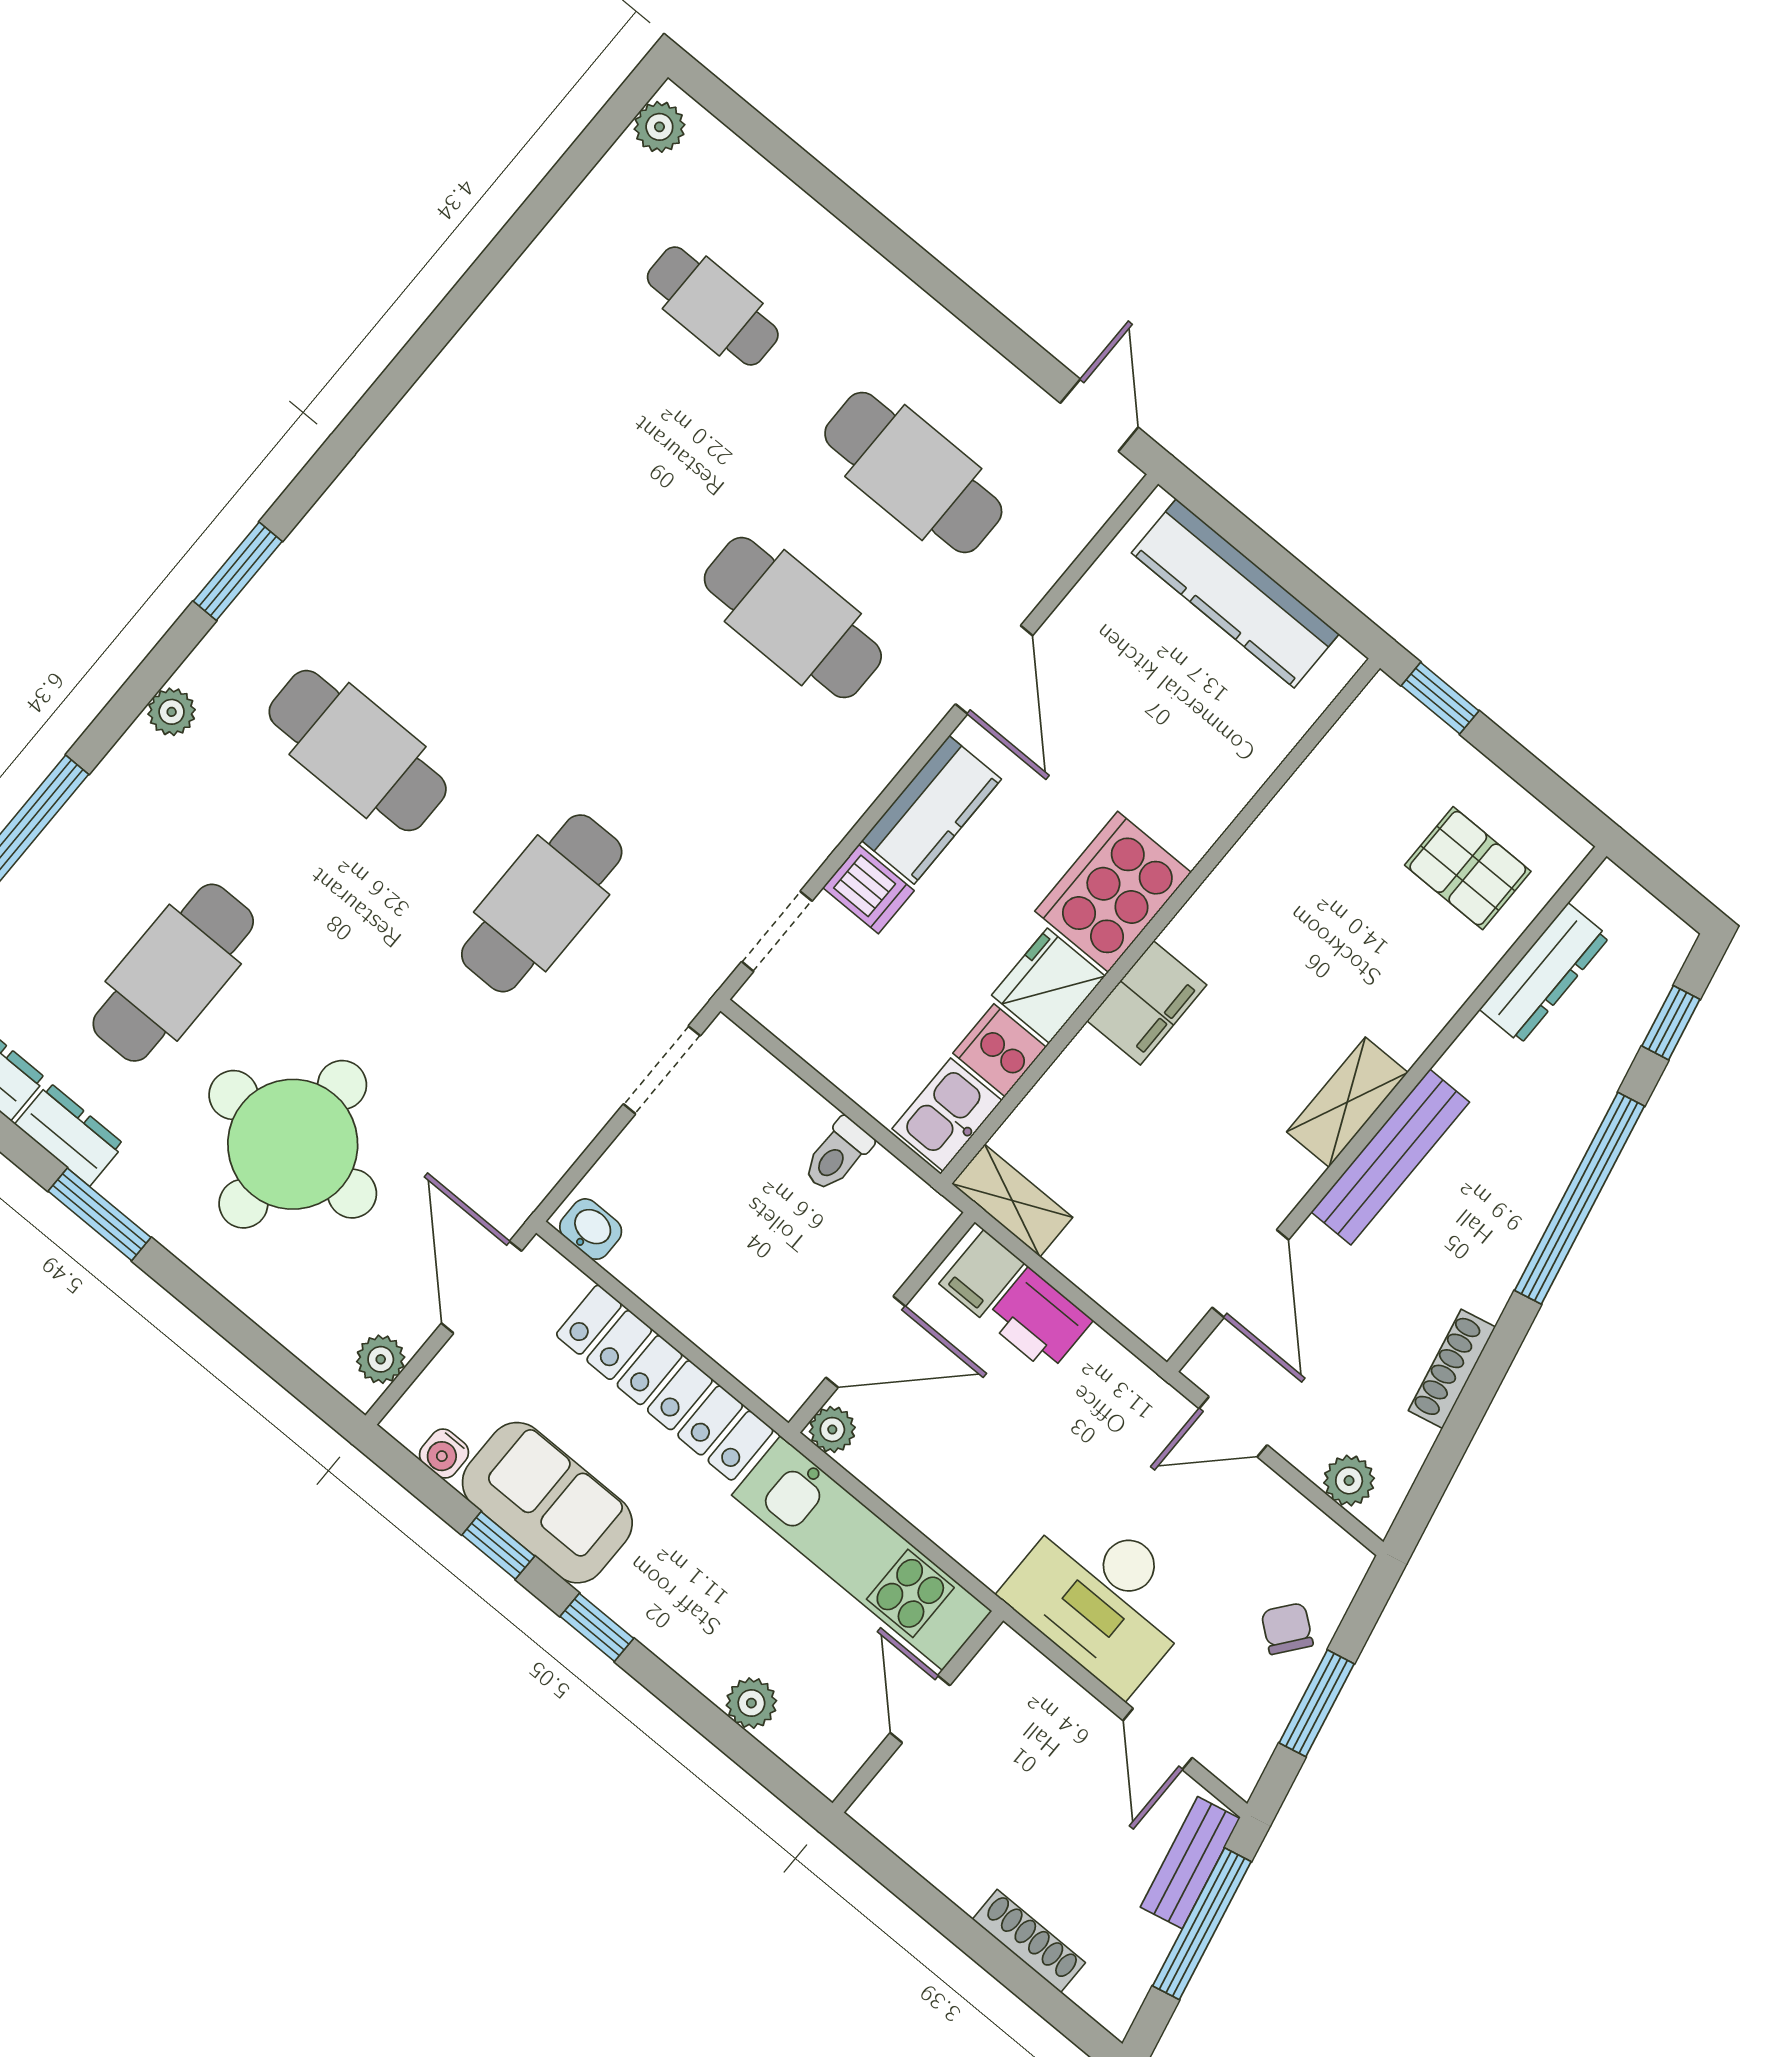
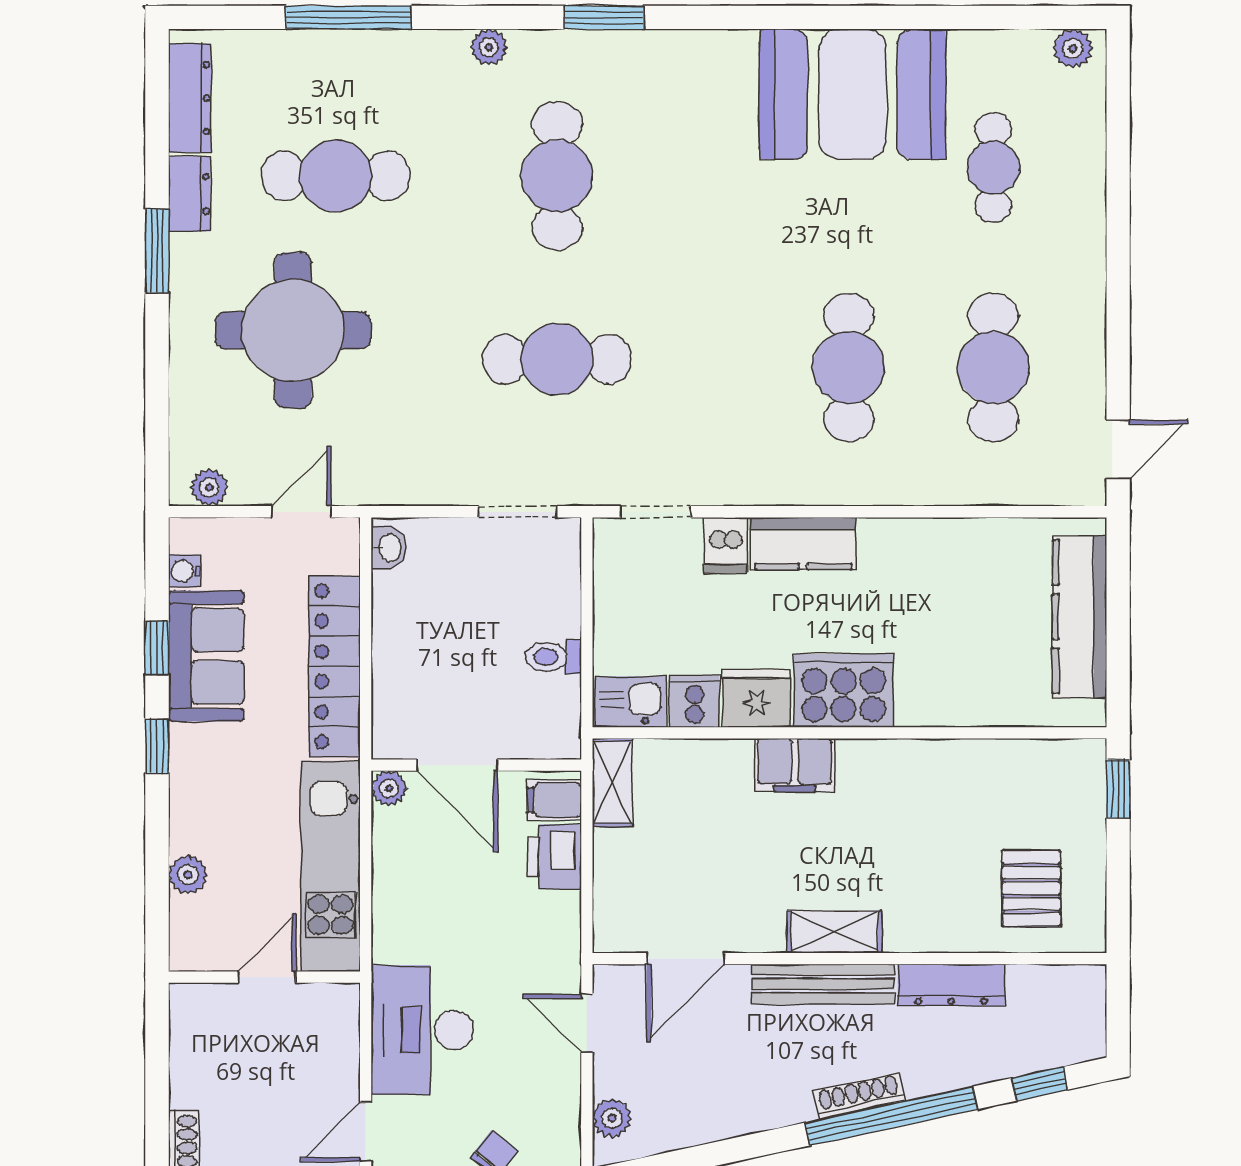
booth: (522, 386) -> (853, 94), added
door: (994, 670) -> (916, 512), removed
dresser: (1544, 973) -> (951, 985), moved
door: (481, 1287) -> (301, 512), width x0.73
shoe rack: (1452, 1369) -> (859, 1096), moved

